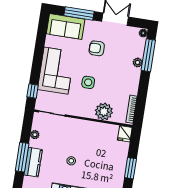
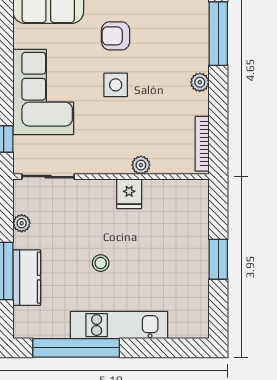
plant: (138, 62) -> (200, 82), moved
side table: (88, 82) -> (116, 85), moved
plant: (104, 112) -> (141, 165), width x0.53, depth x0.53
fridge: (125, 134) -> (129, 194), moved

